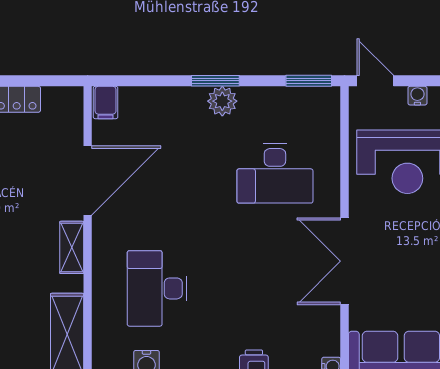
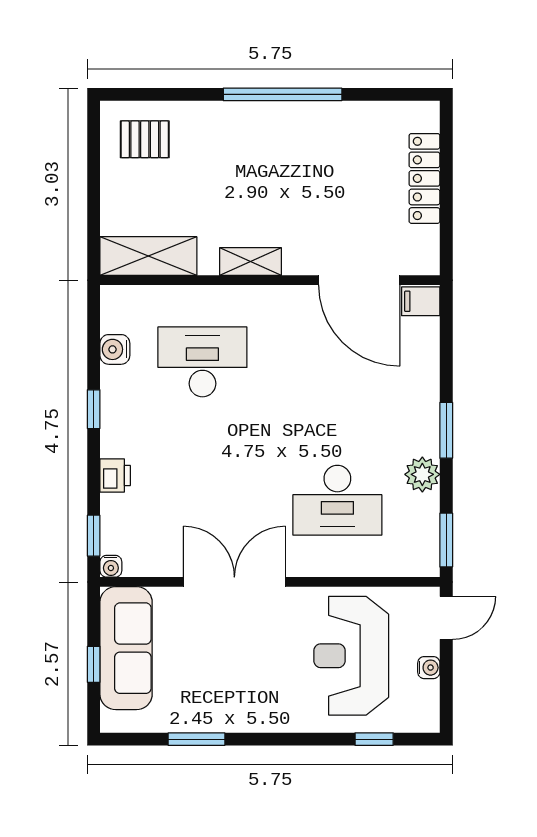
plant: (222, 101) -> (422, 474), moved
desk: (275, 173) -> (337, 500), turned -90
door: (88, 181) -> (359, 280), moved

